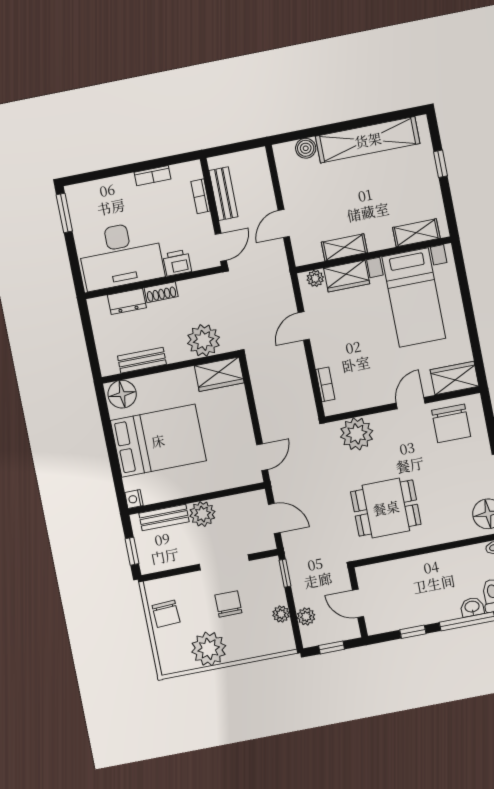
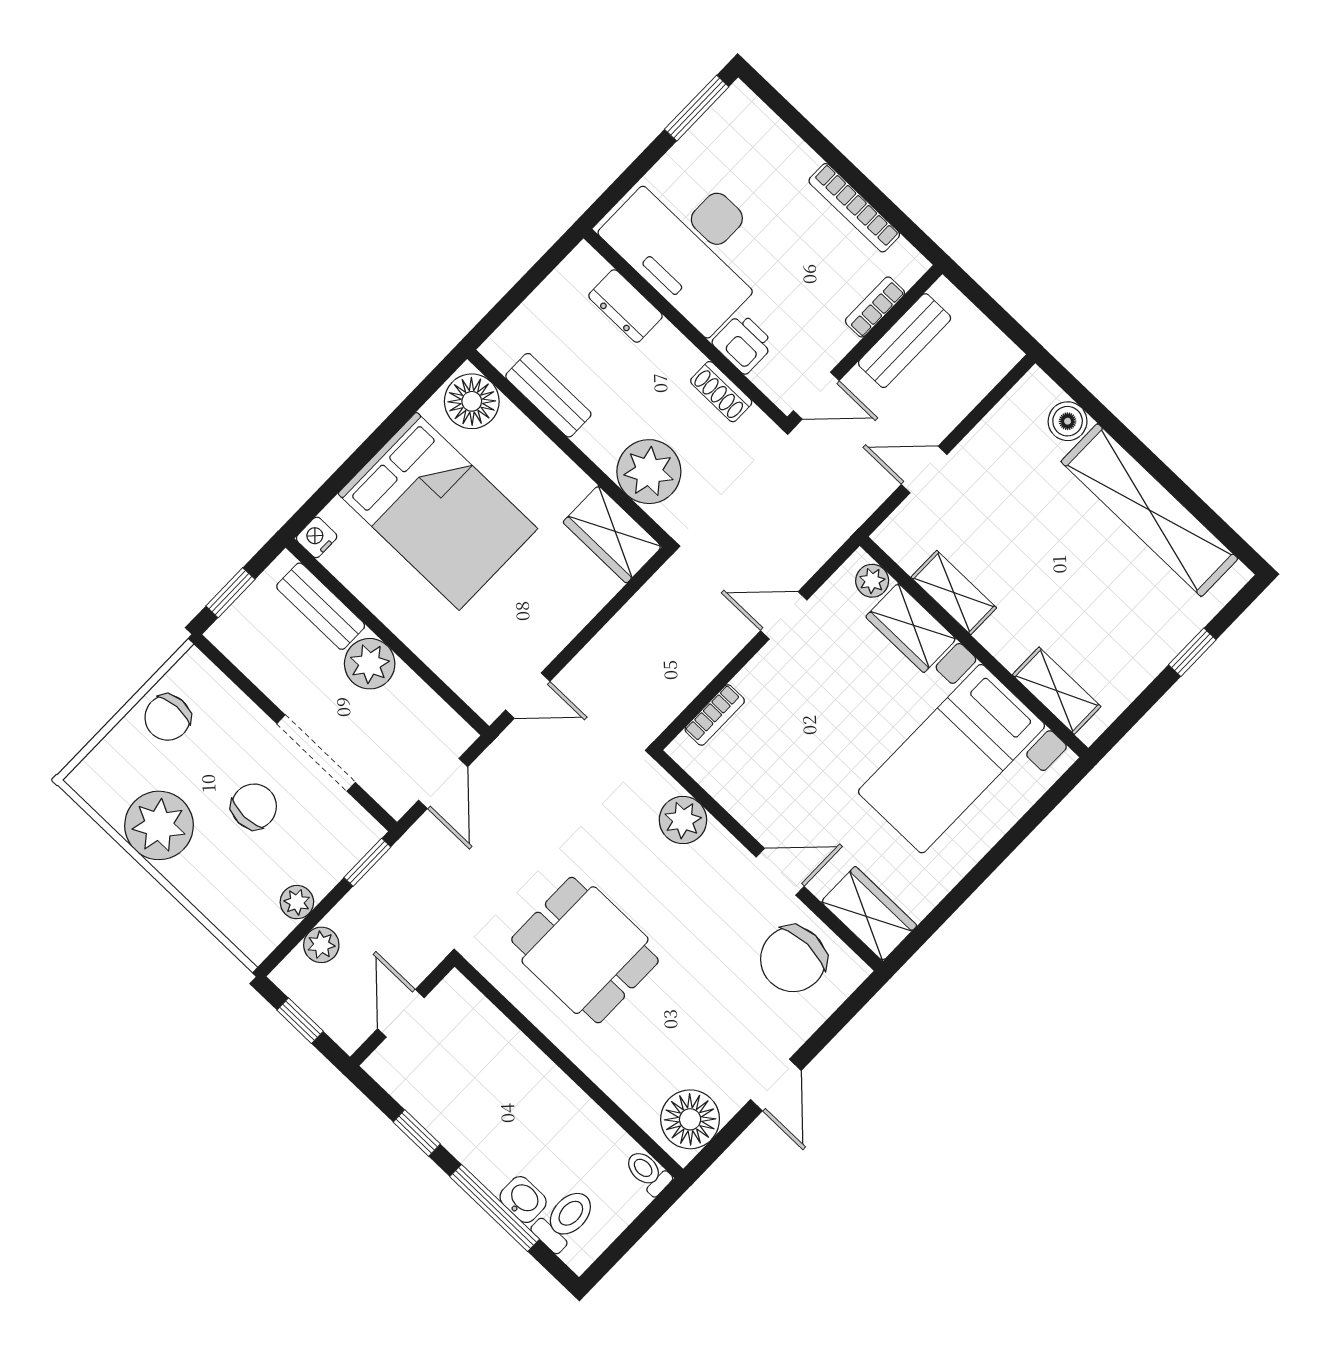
bookcase: (153, 176) -> (854, 208), width x1.56
shoe rack: (161, 292) -> (721, 392), moved
plant: (357, 434) -> (683, 820), width x0.73, depth x0.73

